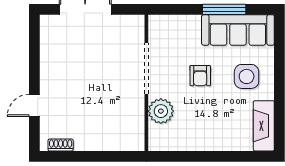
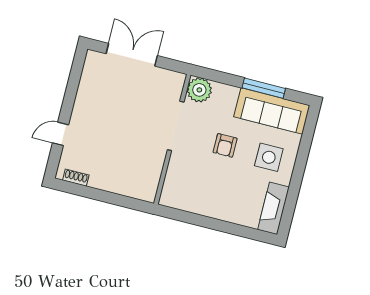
plant: (161, 111) -> (199, 90), moved

